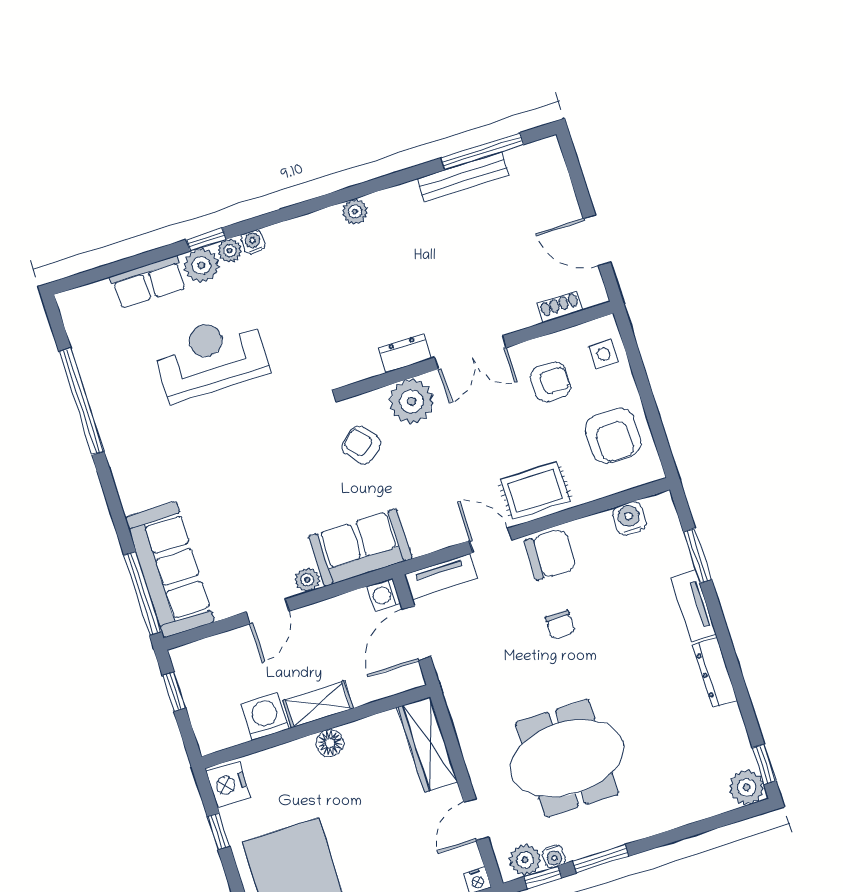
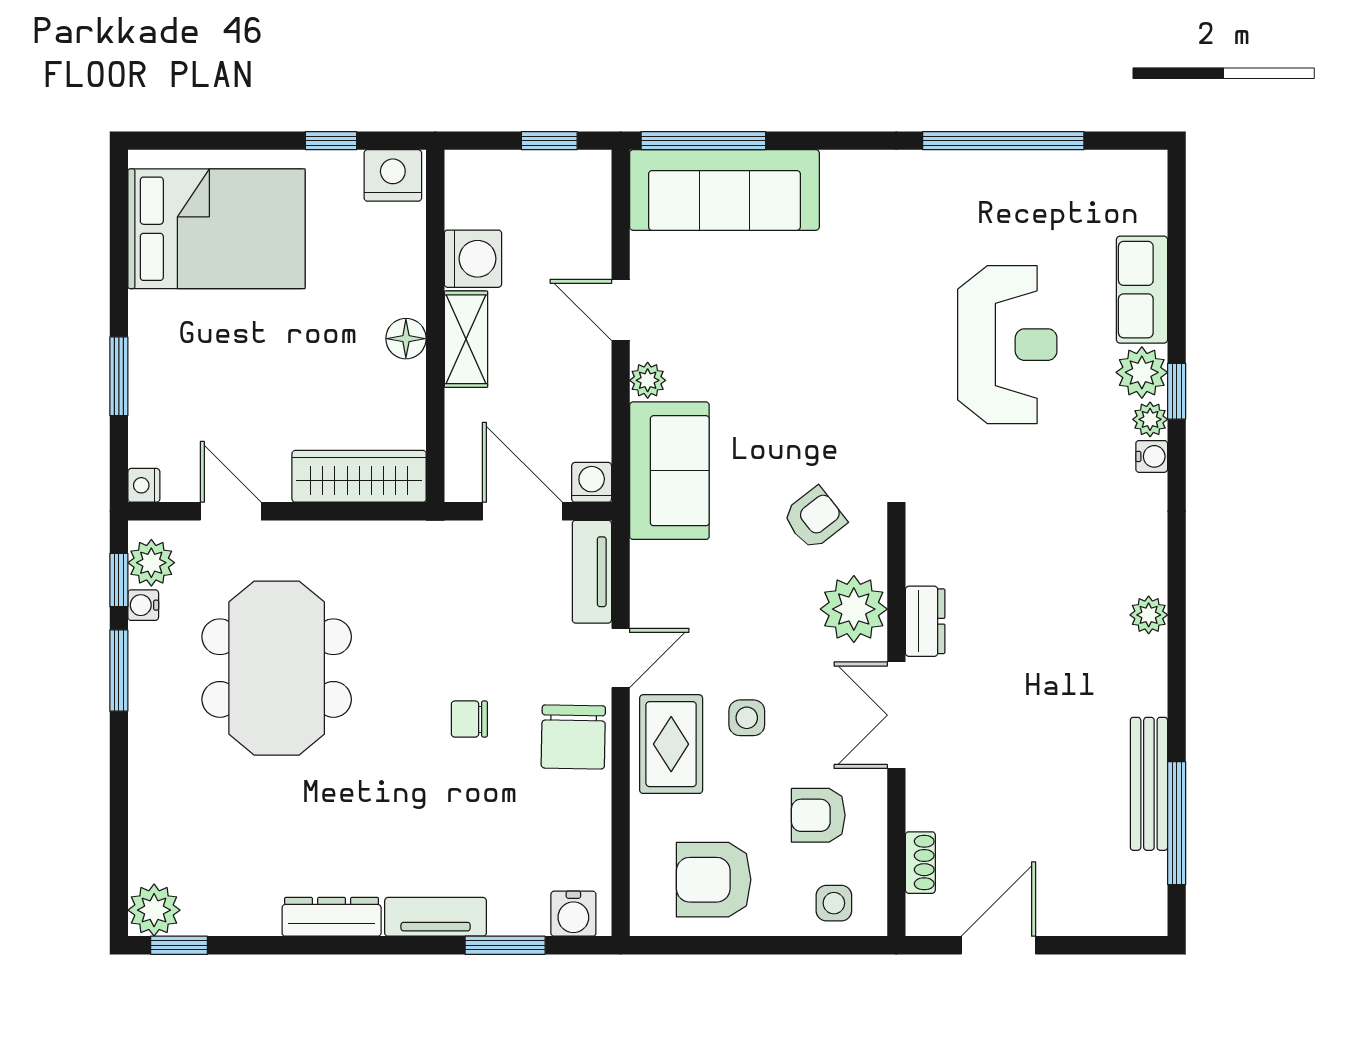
armchair: (551, 382) -> (818, 815), turned 90
side table: (503, 448) -> (747, 718), added
water cooler: (629, 518) -> (573, 914), moved, turned 90

